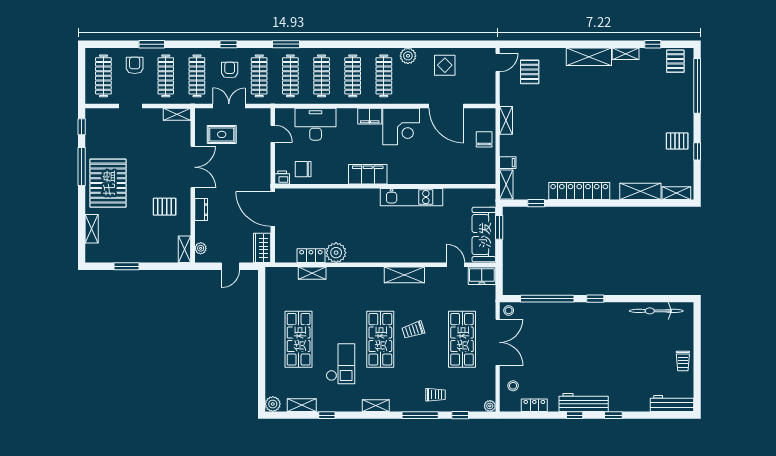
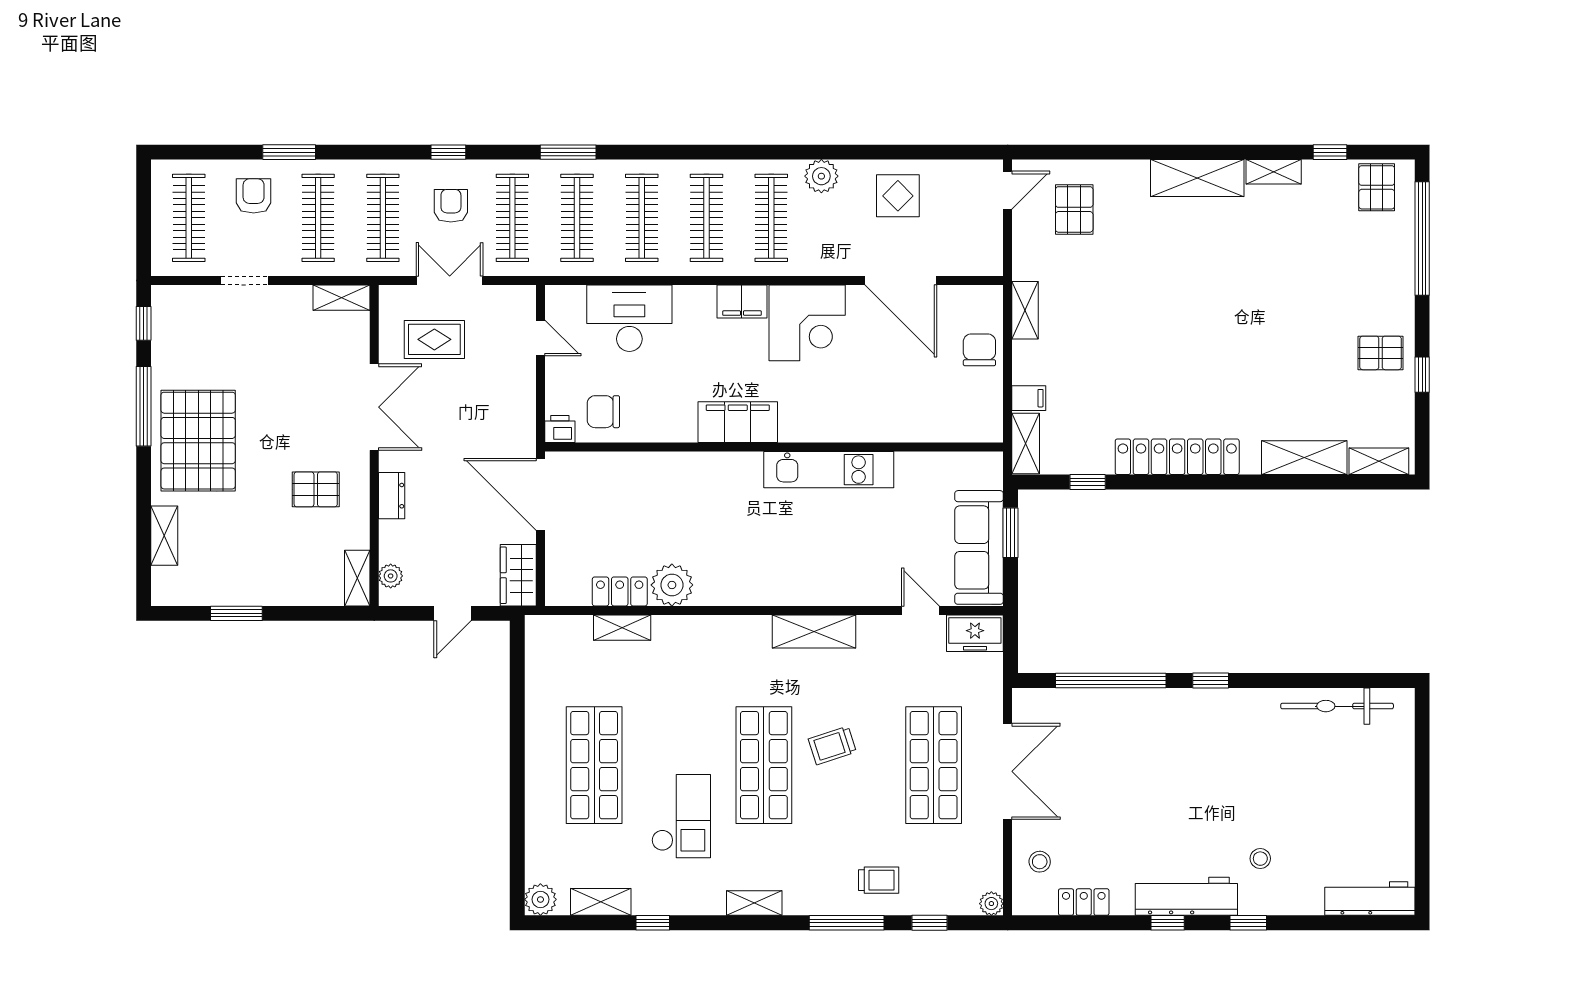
stool: (509, 310) -> (1260, 859), moved
trolley: (683, 361) -> (1392, 810), removed

